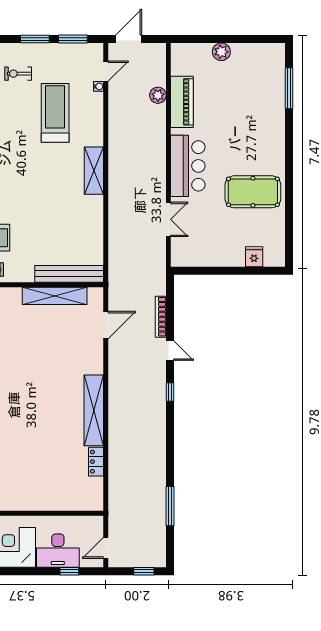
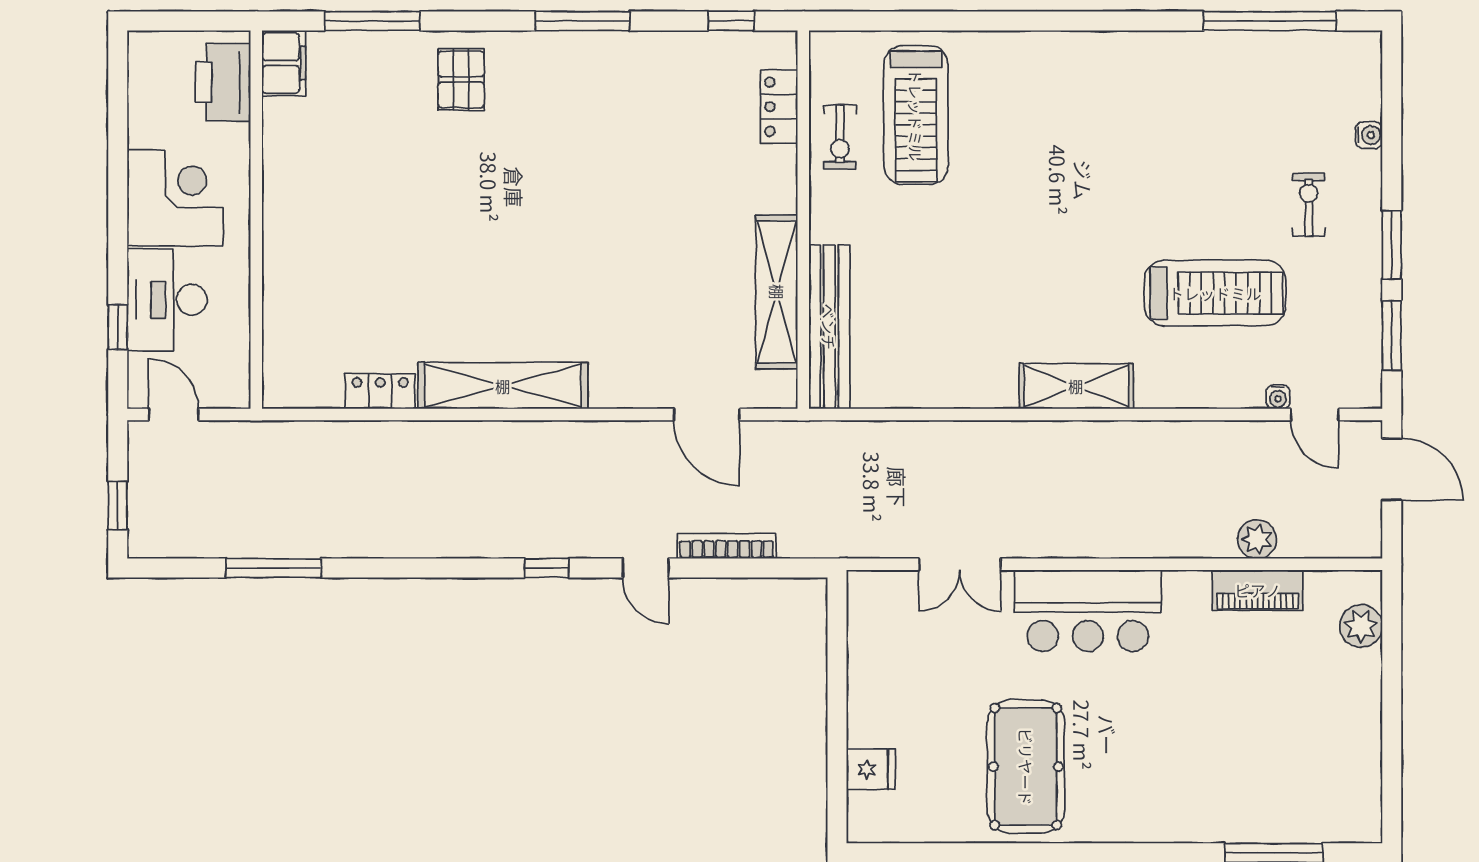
plant: (221, 52) -> (1361, 626), moved
piano: (182, 102) -> (1258, 590), width x0.73, depth x0.75
door: (170, 351) -> (646, 568), hinge flipped

